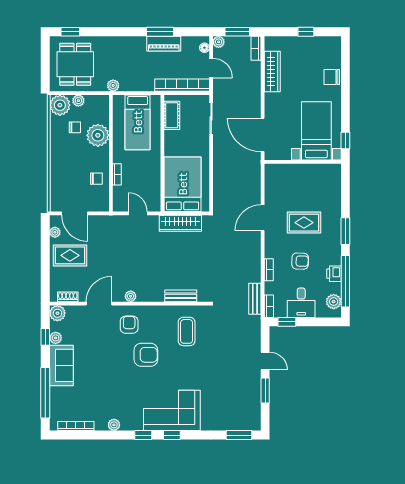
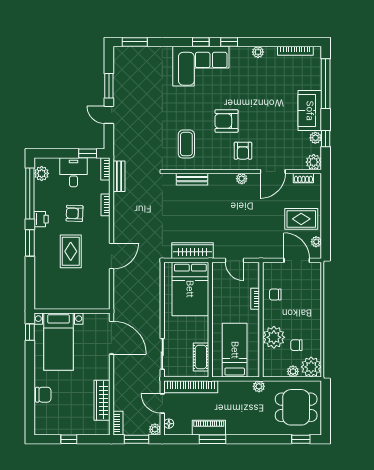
dining table: (75, 64) -> (296, 407), turned 90
rug: (304, 223) -> (71, 251), turned 90
printer: (334, 274) -> (41, 219), moved

